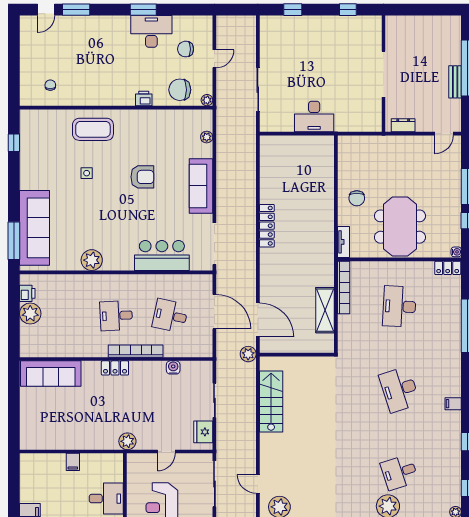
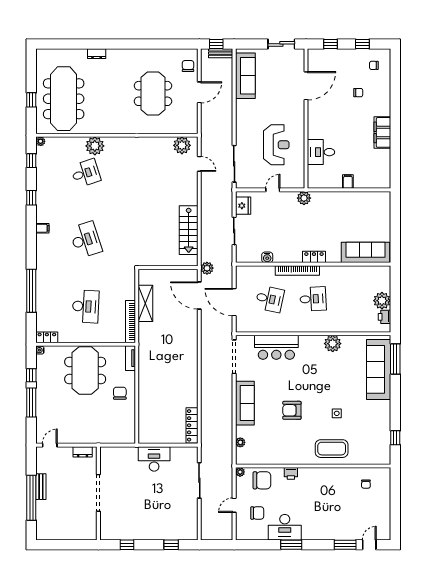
locker: (267, 226) -> (192, 425), moved

